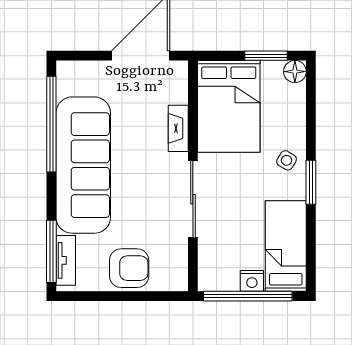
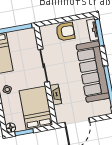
armchair: (129, 268) -> (65, 32), turned 180
nightstand: (252, 281) -> (12, 36), removed

